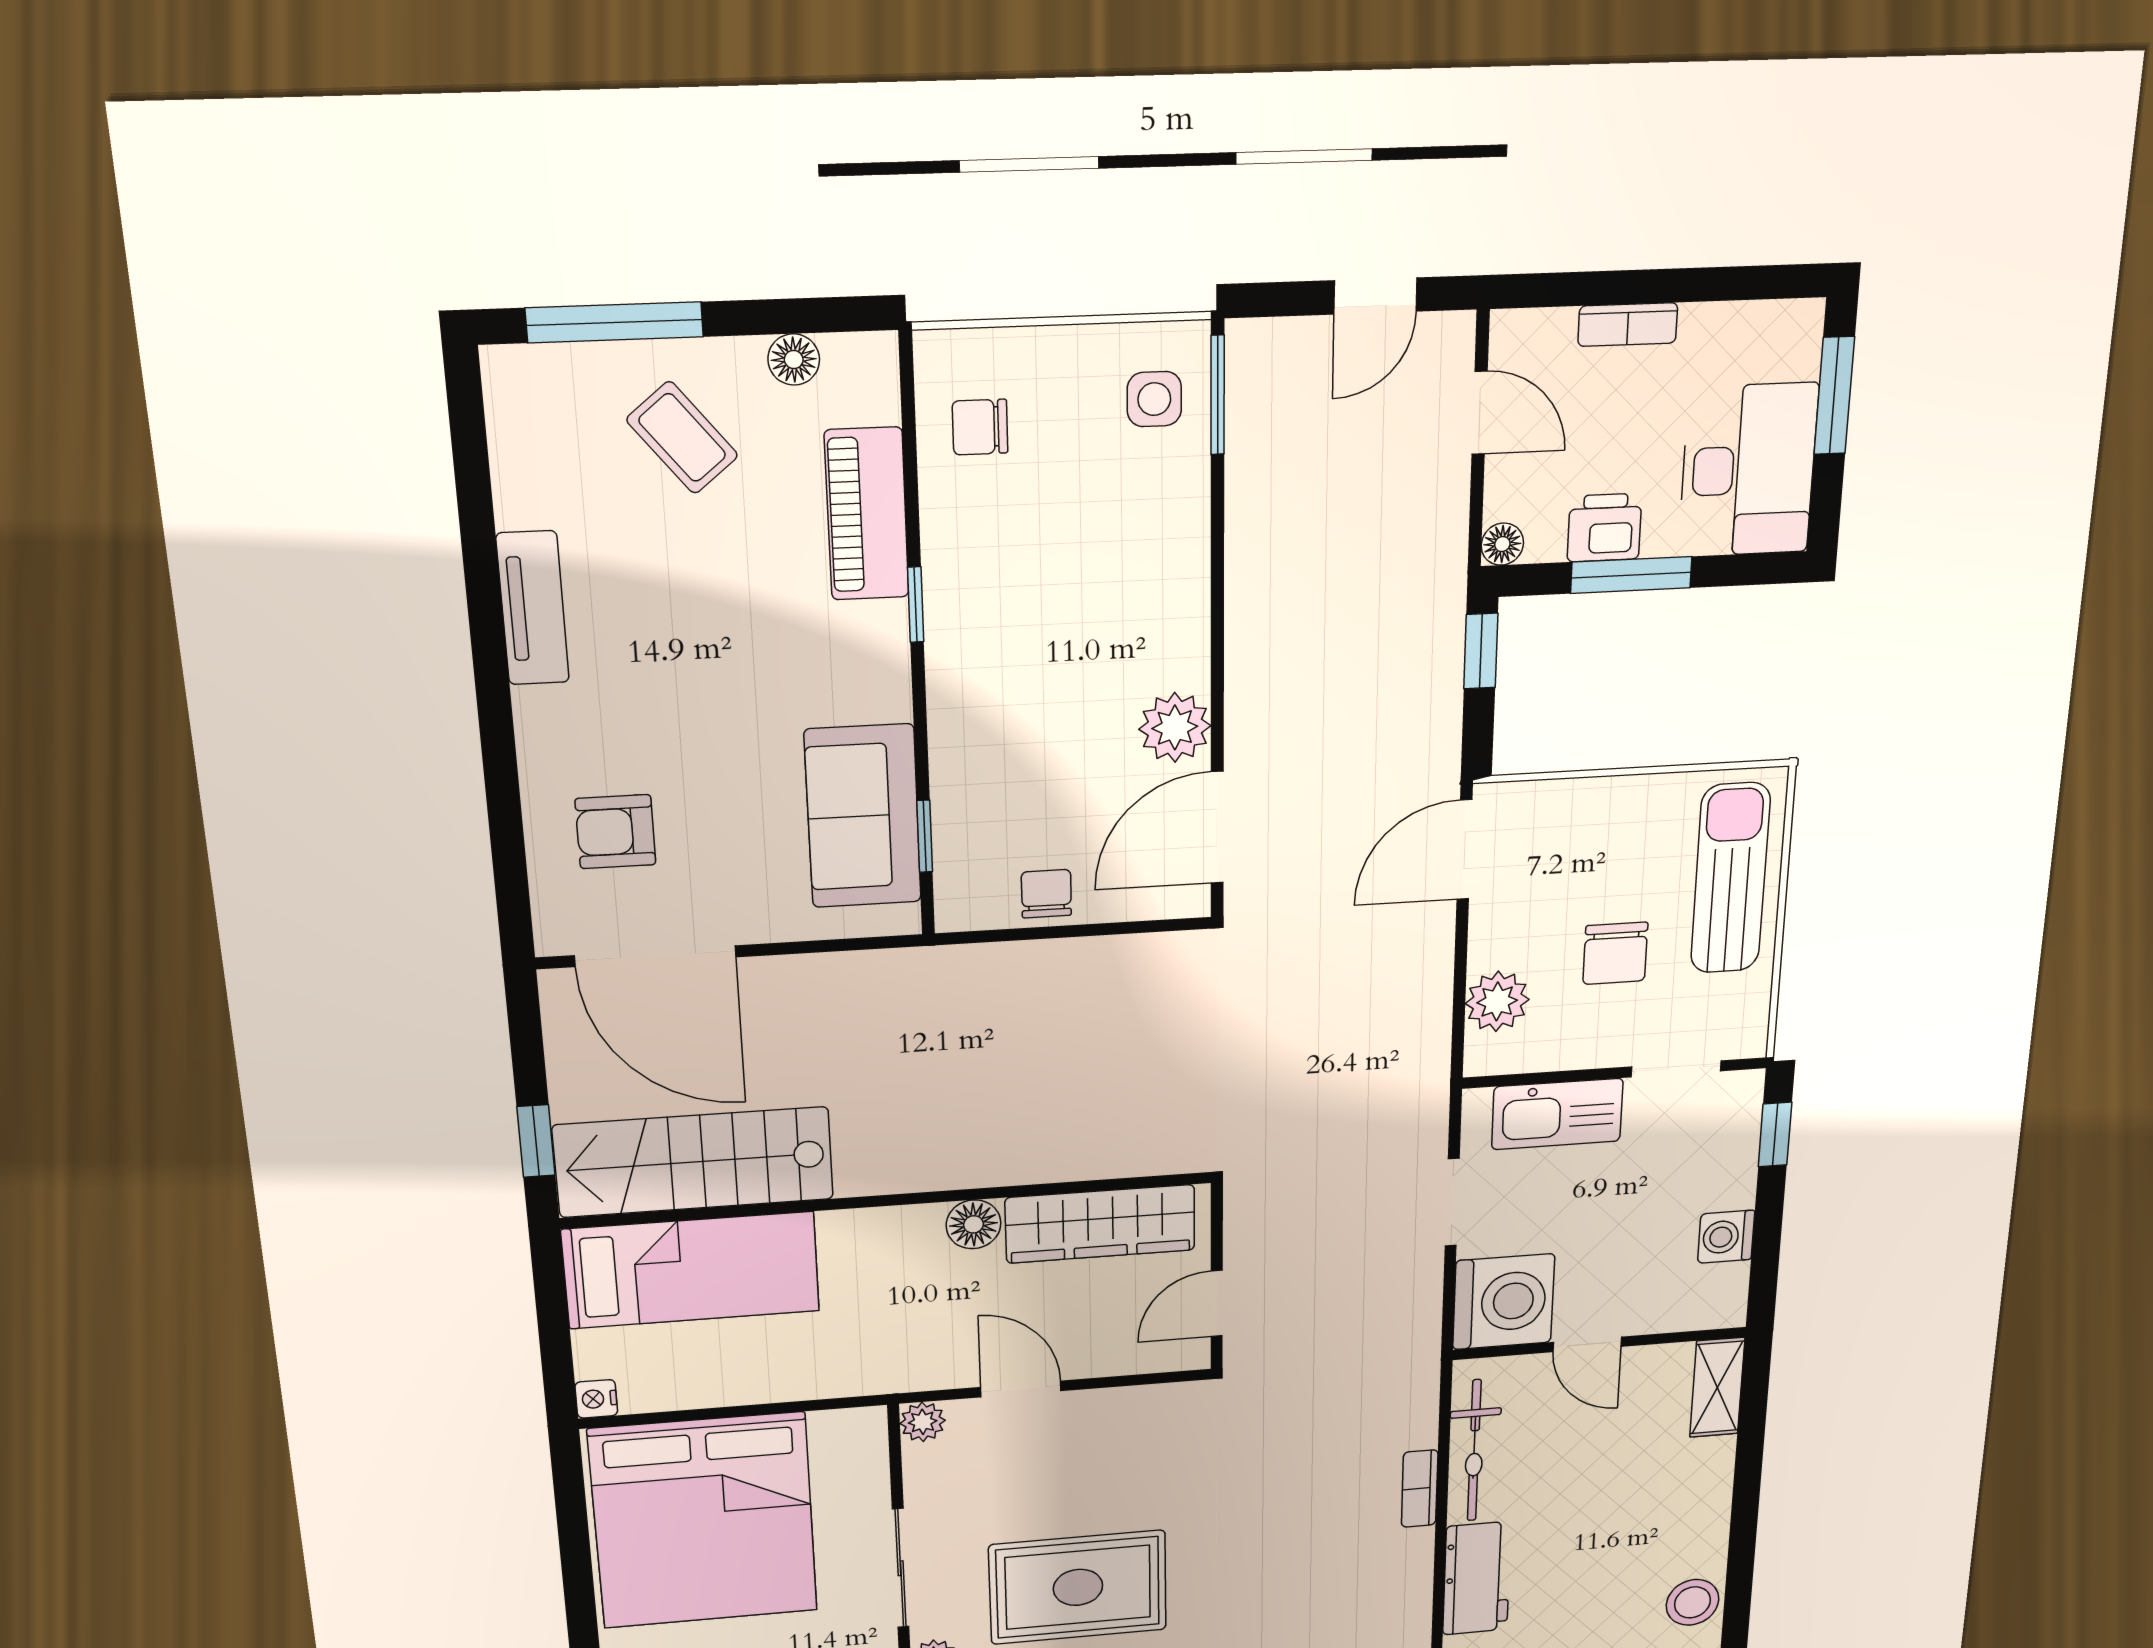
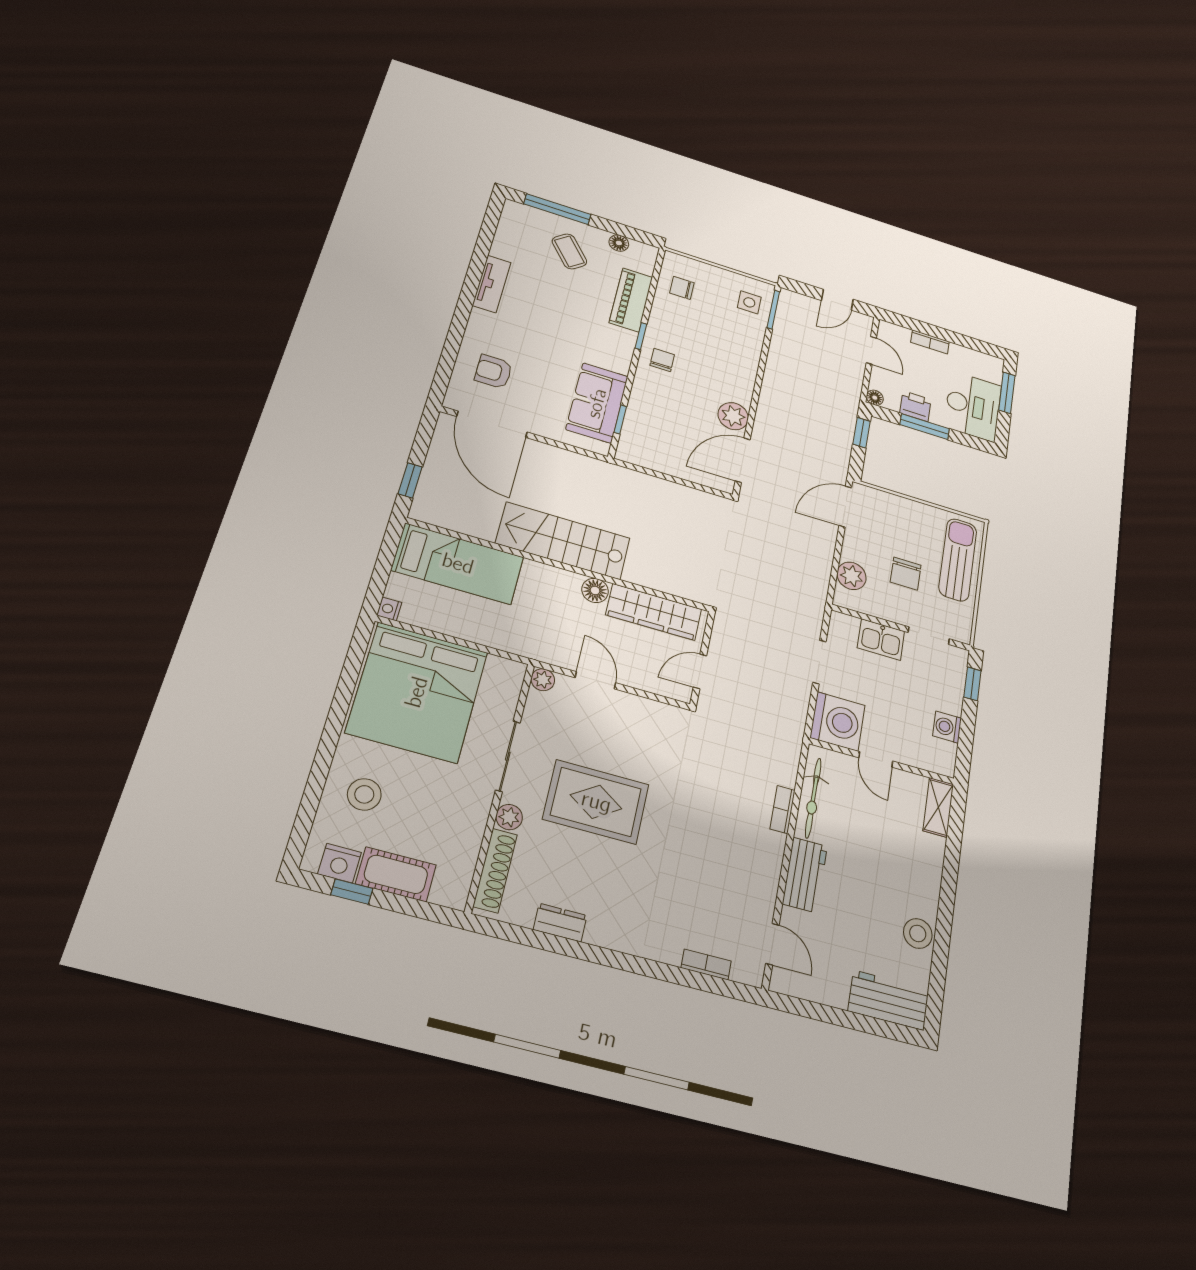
chair: (1046, 894) -> (662, 360), moved
kitchen sink: (1557, 1114) -> (881, 640), width x0.73
stairs: (694, 1162) -> (563, 541), moved

